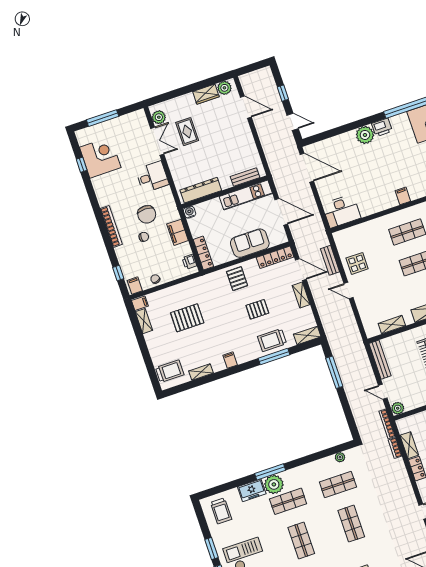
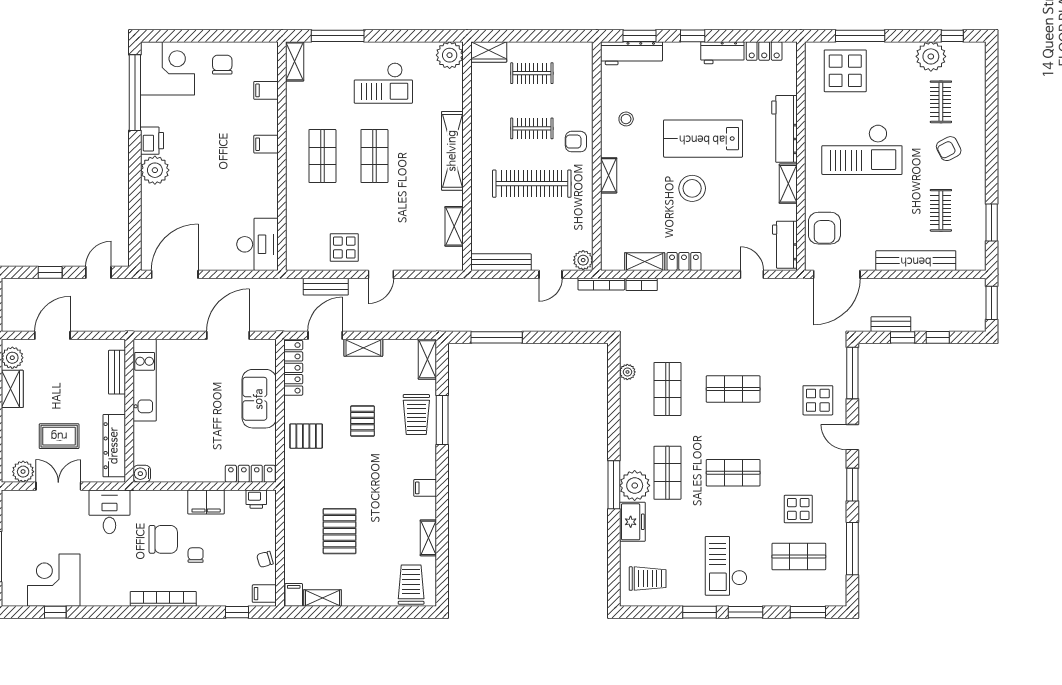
bench: (245, 177) -> (117, 372), moved
dresser: (201, 190) -> (114, 446), moved
wall: (225, 192) -> (129, 411), moved
kitchen unit: (246, 195) -> (145, 380), moved
water cooler: (190, 212) -> (142, 474), moved

